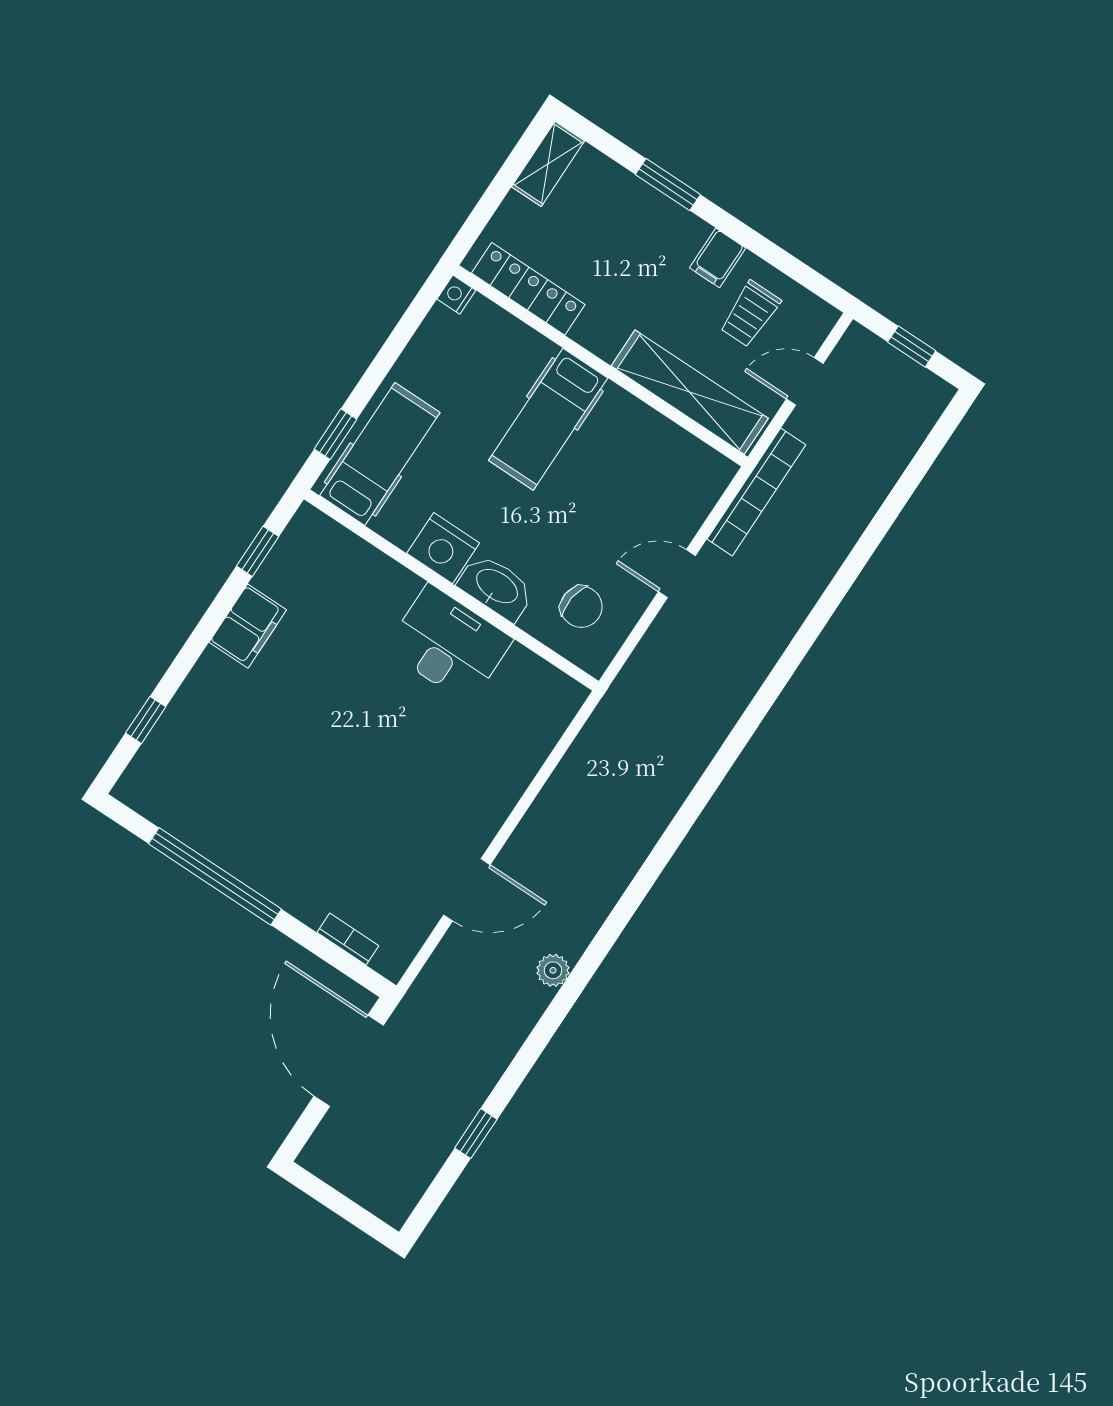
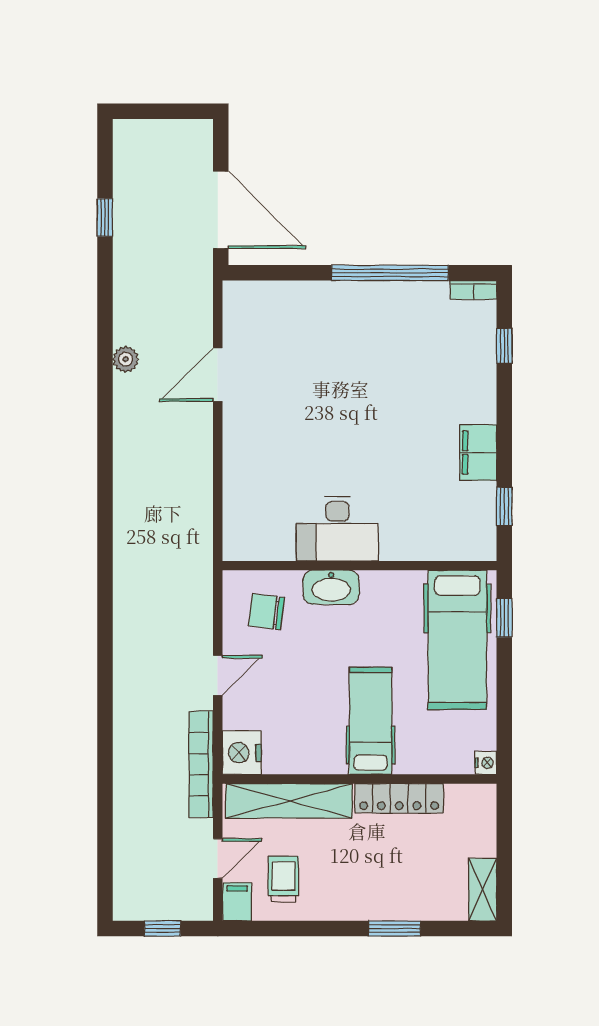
filing cabinet: (718, 258) -> (237, 902), moved
locker: (528, 289) -> (399, 798), moved
hospital bed: (380, 454) -> (457, 640), width x1.37, depth x1.29
nightstand: (443, 548) -> (242, 753), moved, turned -90
bookcase: (348, 939) -> (473, 290), moved

